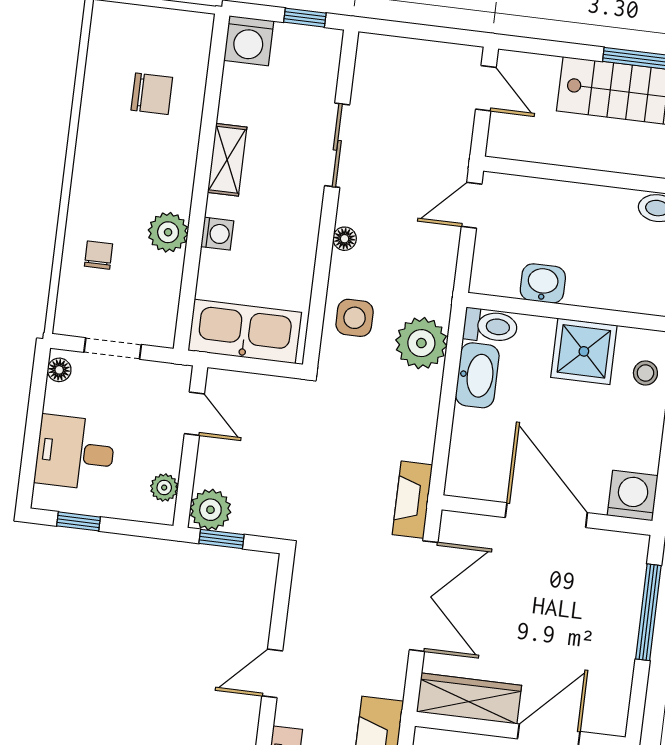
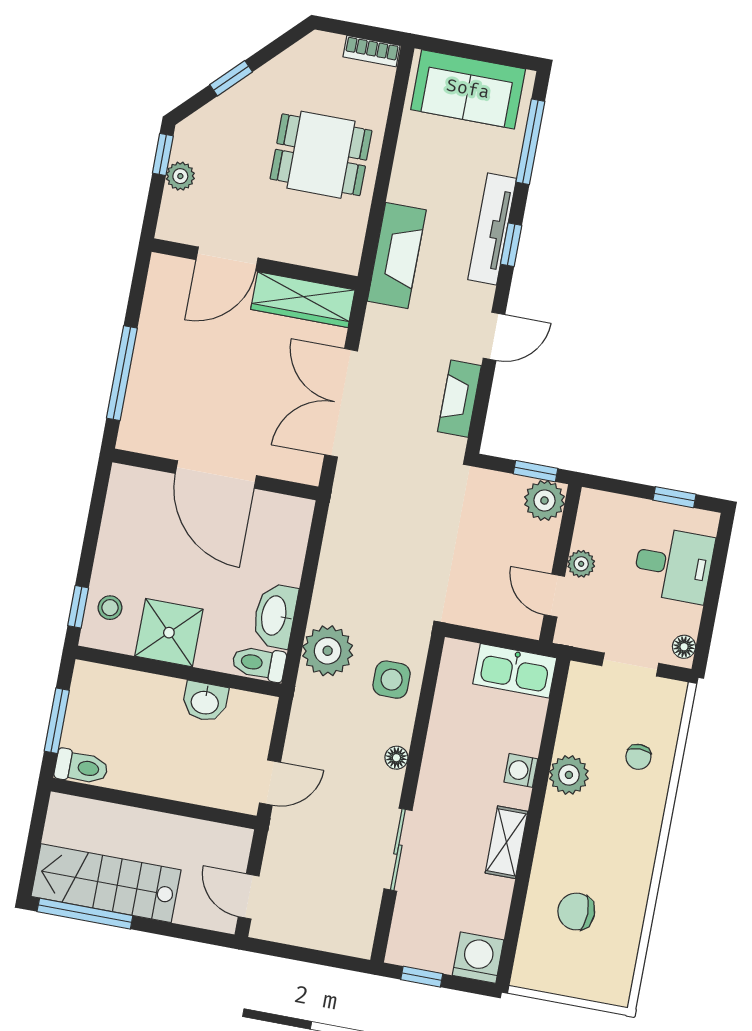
kitchen sink: (245, 331) -> (515, 671), width x0.73, depth x0.81
plant: (164, 488) -> (581, 564), moved
washing machine: (633, 496) -> (130, 488), removed
fireplace: (412, 500) -> (459, 399), moved, turned 180

